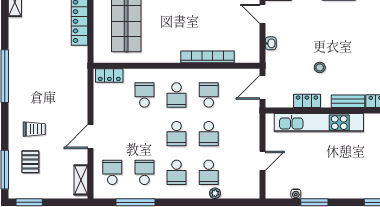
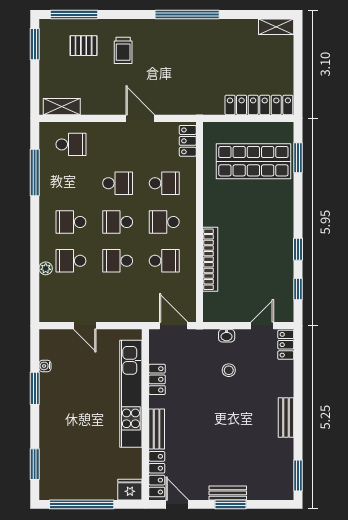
stool: (320, 67) -> (229, 370), moved
door: (91, 137) -> (140, 118), moved
school desk: (144, 172) -> (118, 183), moved

